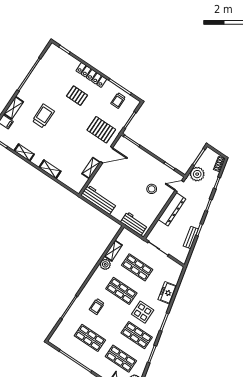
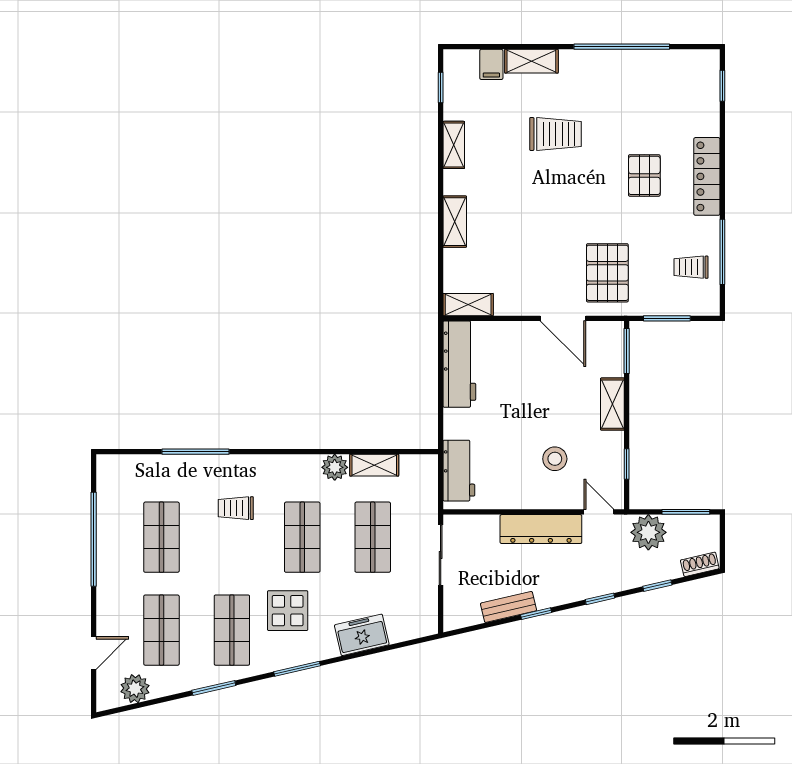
shelving: (146, 157) -> (612, 404), added
shelving: (91, 168) -> (468, 305), moved

